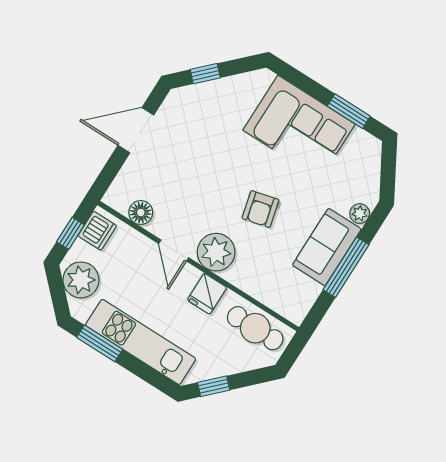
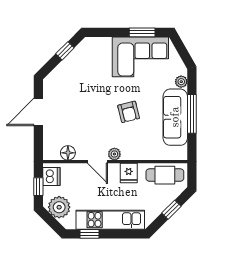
window: (205, 74) -> (65, 51), moved
corner sofa: (299, 127) -> (140, 57), moved
sofa: (327, 247) -> (175, 117), width x1.36
plant: (216, 252) -> (114, 154), width x0.53, depth x0.53
window: (100, 343) -> (90, 234), width x0.67
window: (214, 386) -> (171, 210), moved

